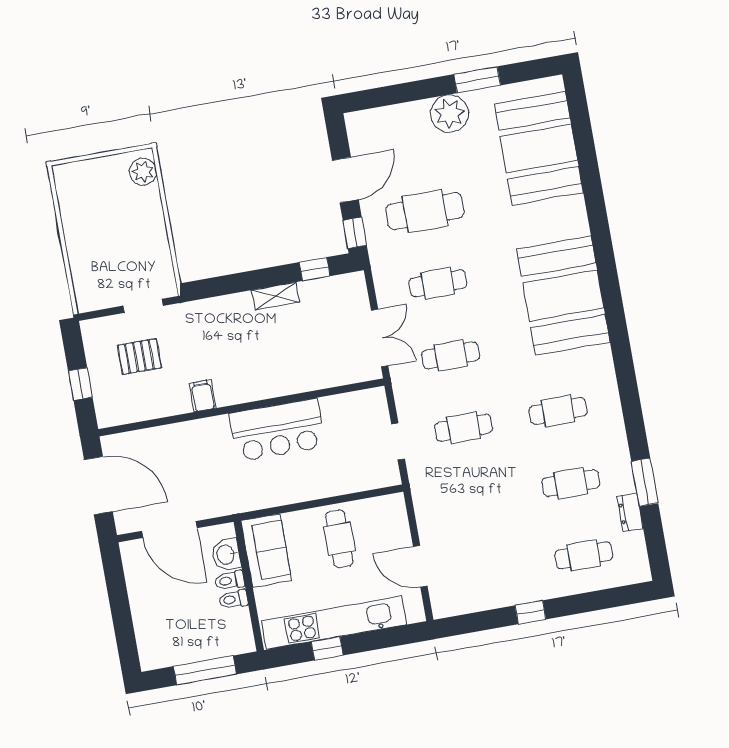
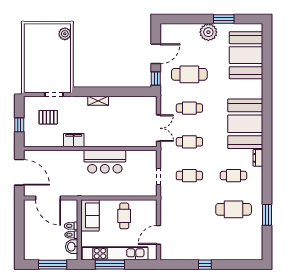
window: (315, 269) -> (135, 92), removed
shelving: (275, 296) -> (98, 101), moved
filing cabinet: (203, 396) -> (74, 140), width x2.00
cafe table: (571, 483) -> (234, 209), width x1.37, depth x1.35
dresser: (630, 512) -> (258, 158), moved
washbasin: (226, 554) -> (72, 247), moved
cafe table: (584, 555) -> (234, 243), removed
door: (420, 566) -> (159, 235), hinge flipped
window: (327, 649) -> (110, 265), width x2.17

